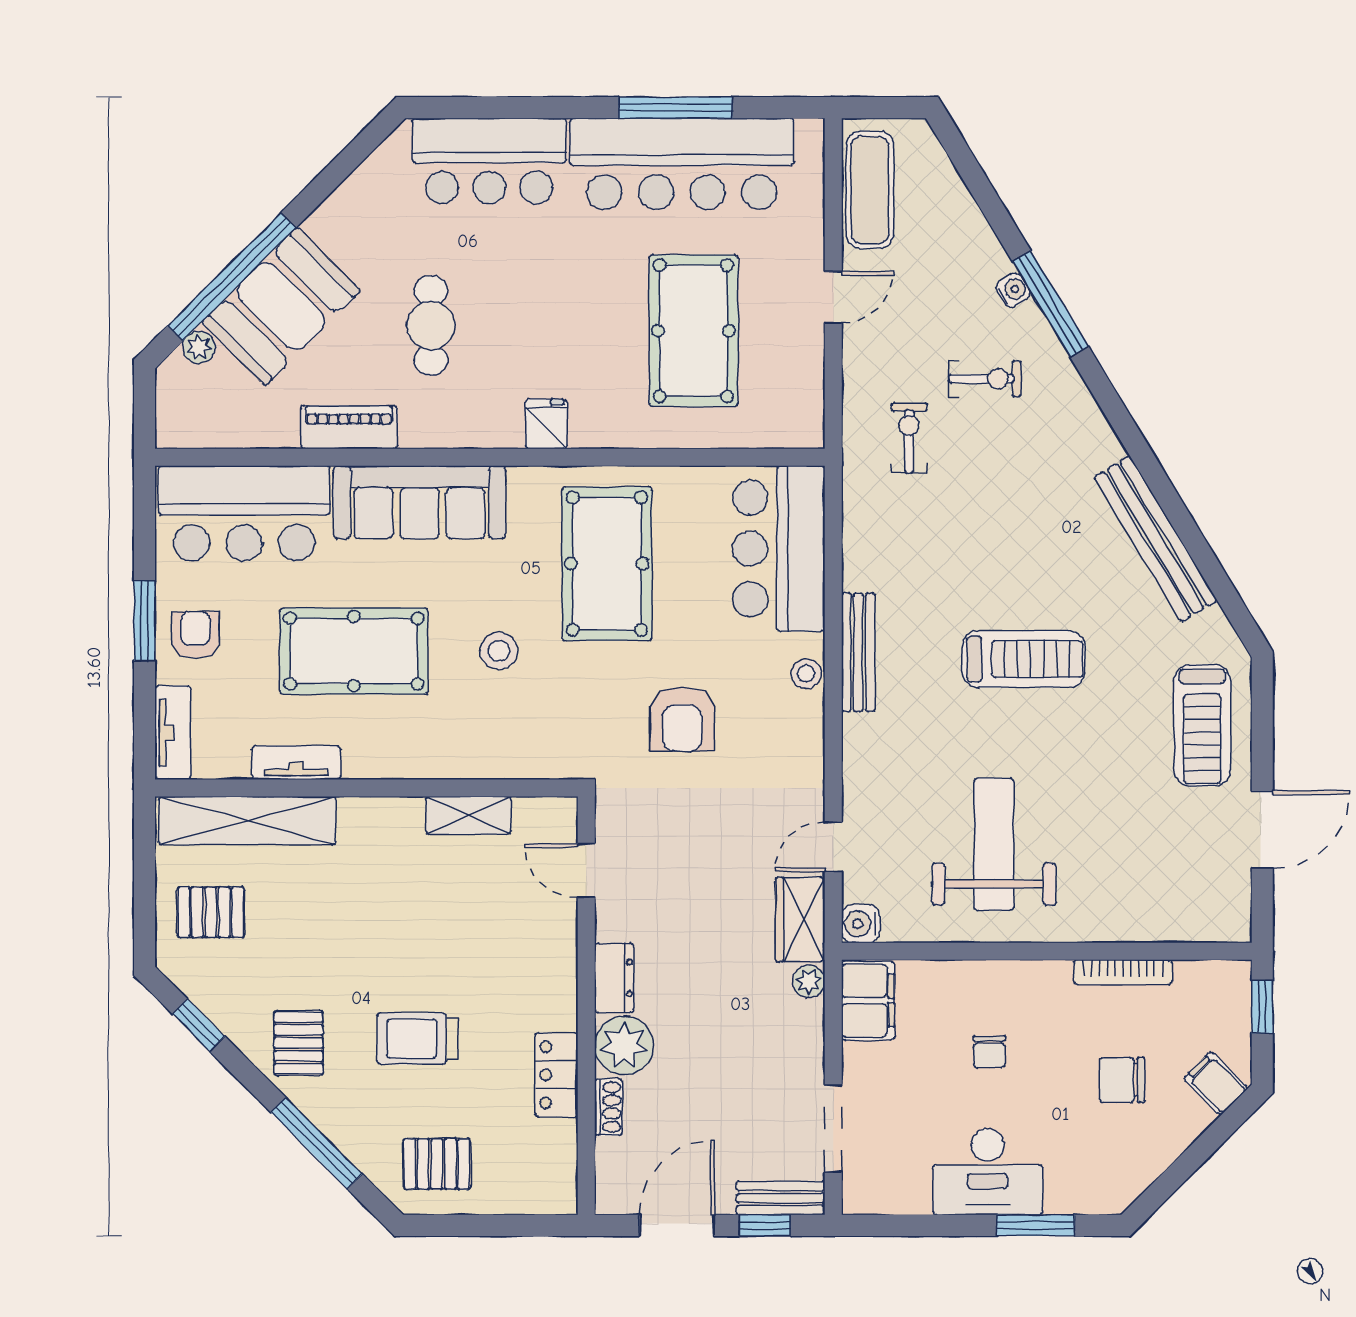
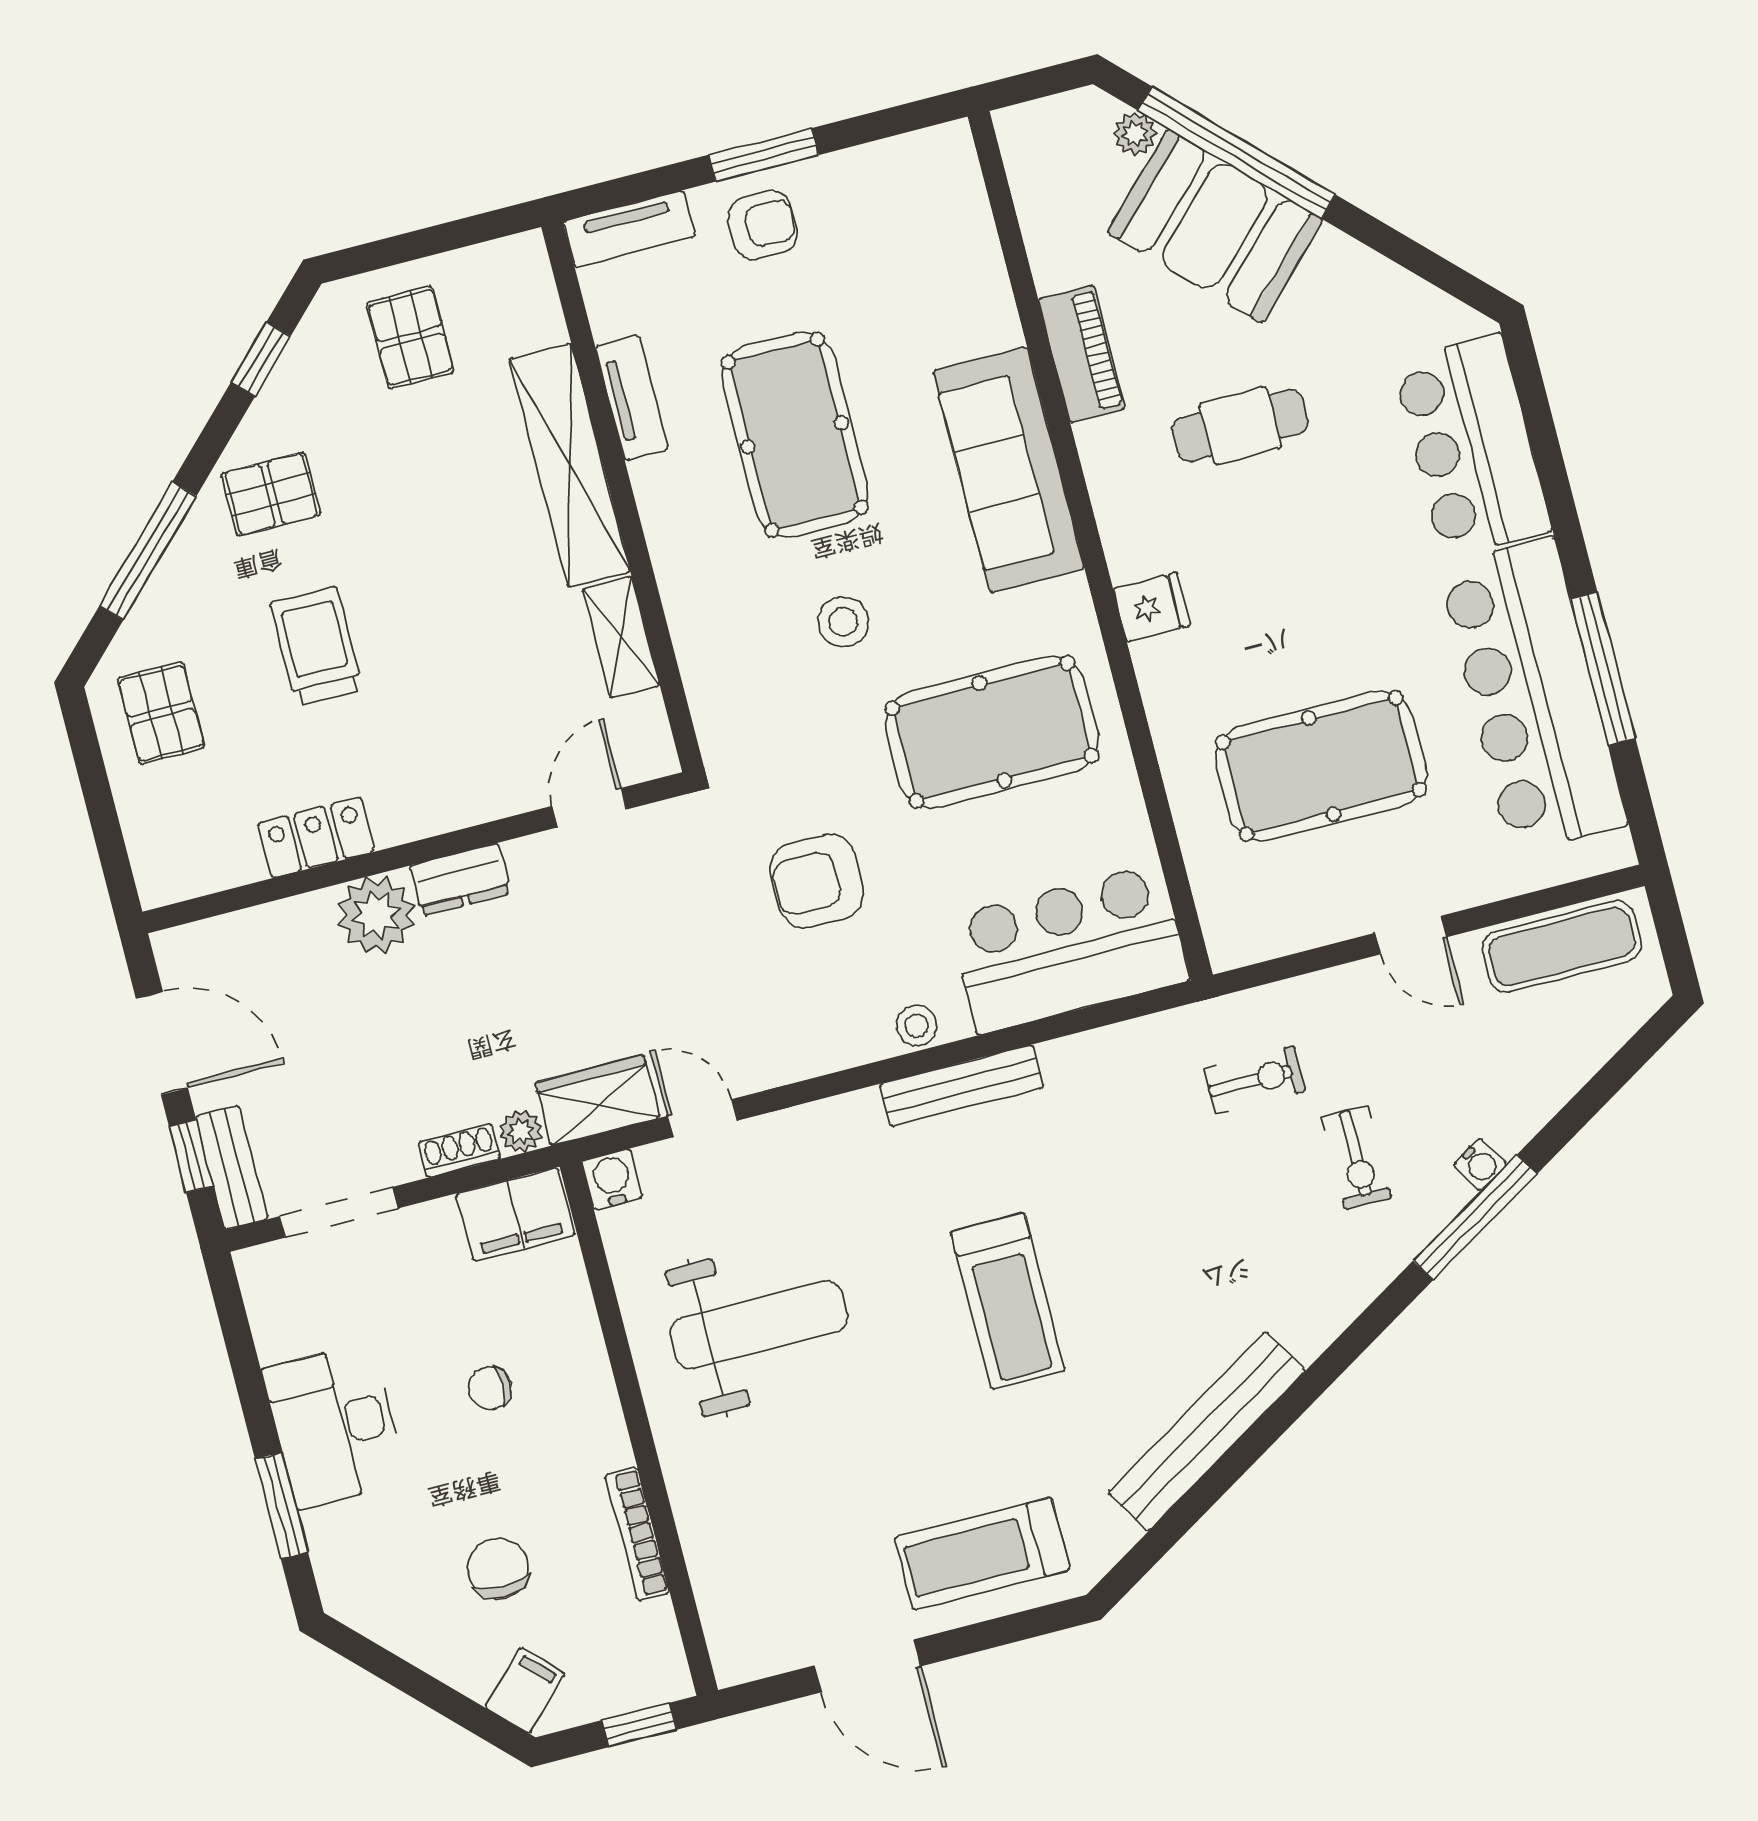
bar counter: (244, 513) -> (936, 247), removed
shelving: (247, 820) -> (570, 465), moved
shoe rack: (608, 1107) -> (460, 1150), moved, turned 180

